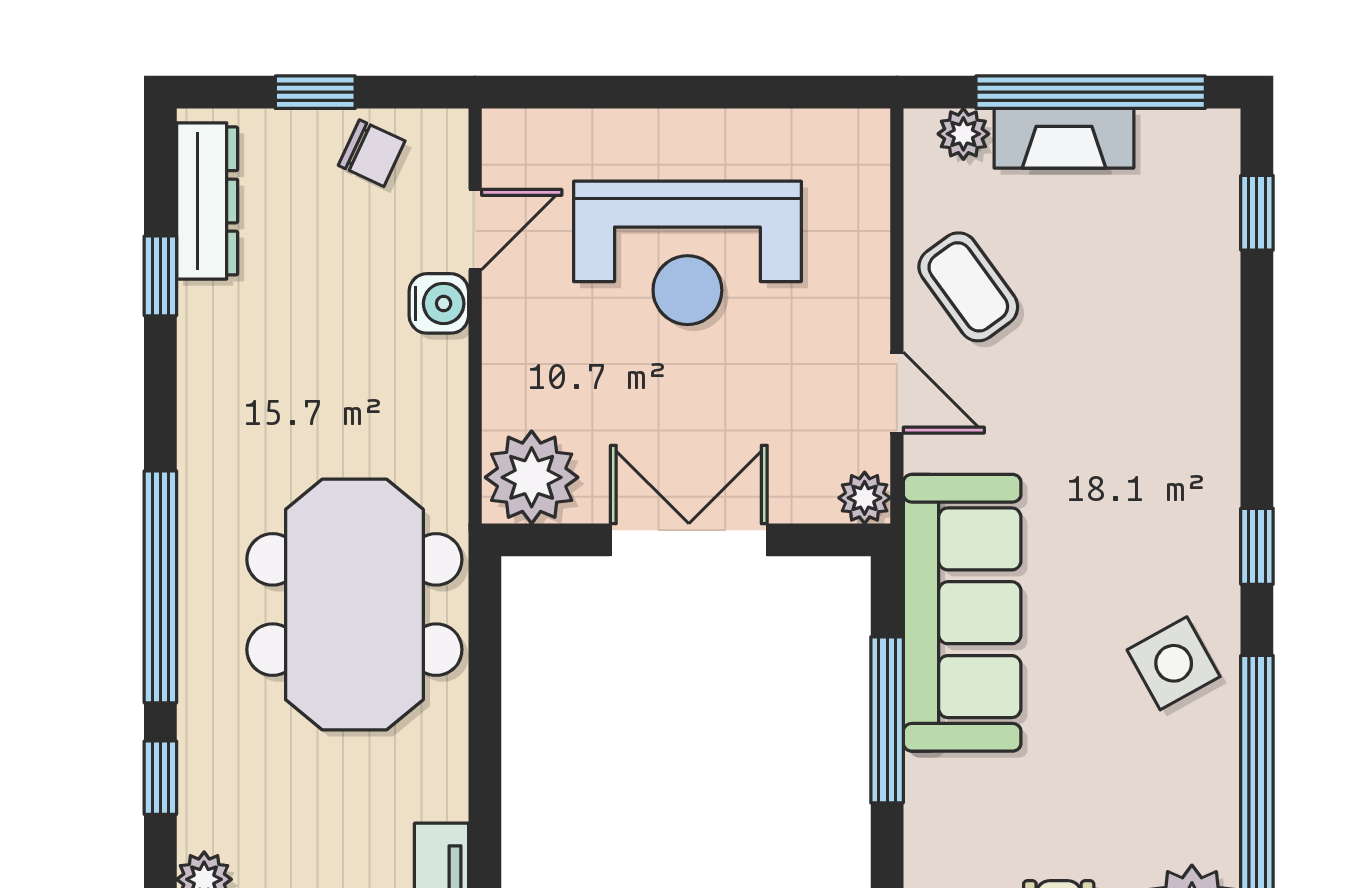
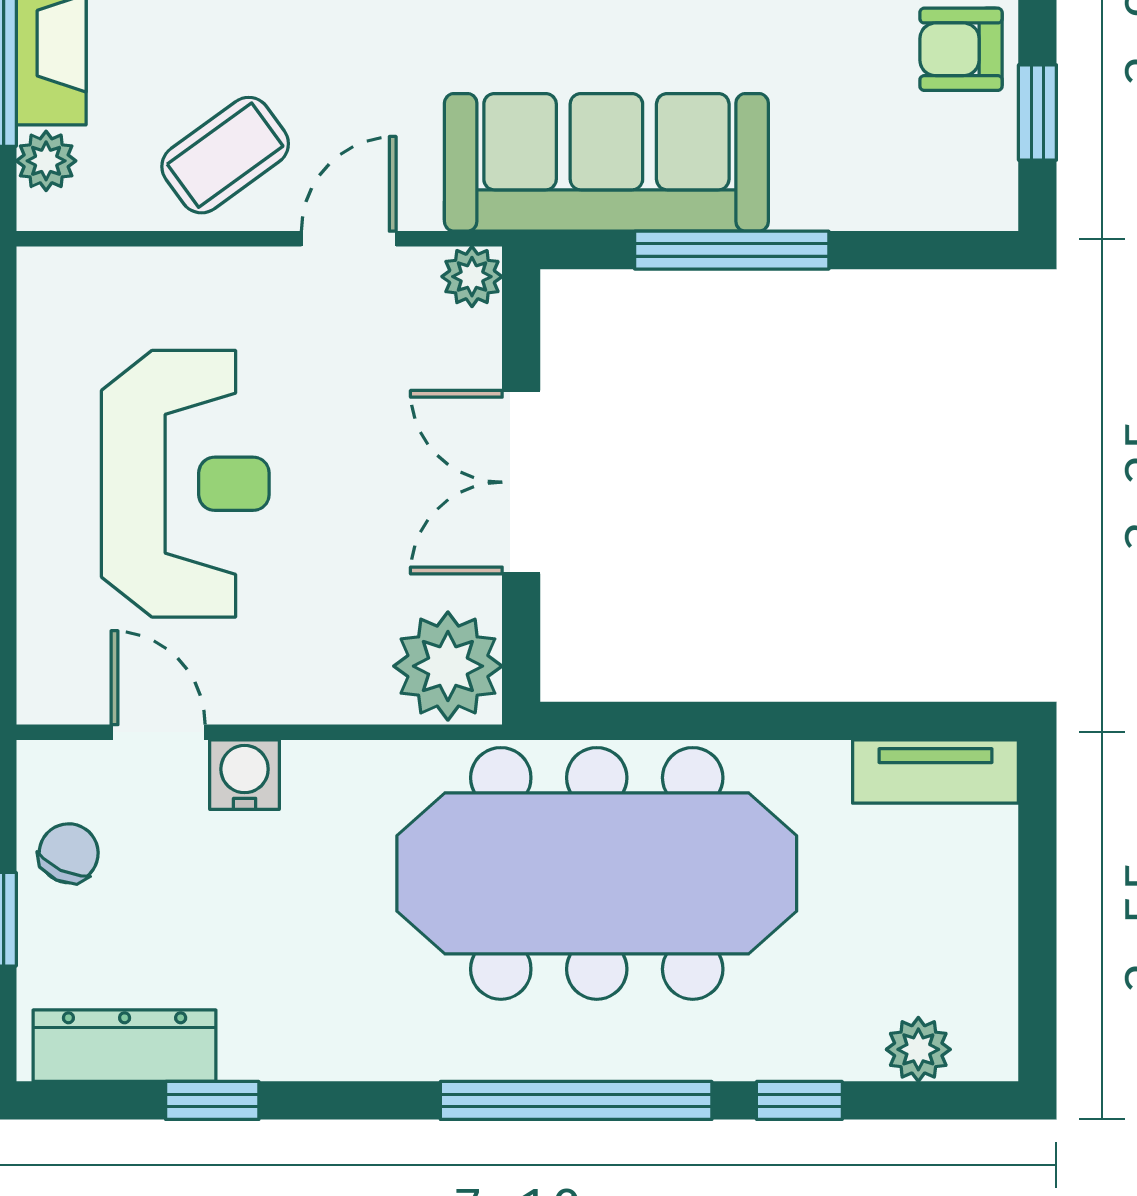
meeting table: (354, 604) -> (597, 873), width x1.36

